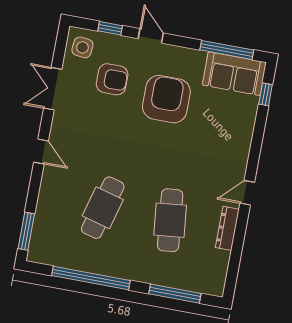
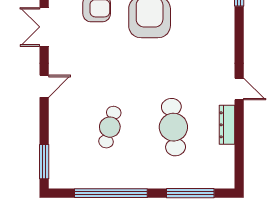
door: (41, 151) -> (44, 86), hinge flipped
door: (247, 193) -> (239, 89), swing flipped
cafe table: (103, 208) -> (110, 127), width x0.73, depth x0.74

